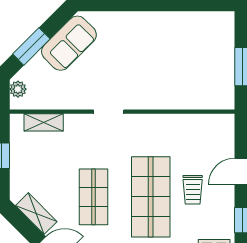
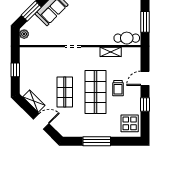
cafe table: (209, 97) -> (127, 38), added
shelving: (44, 122) -> (111, 52), moved

